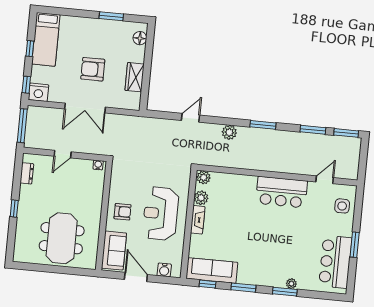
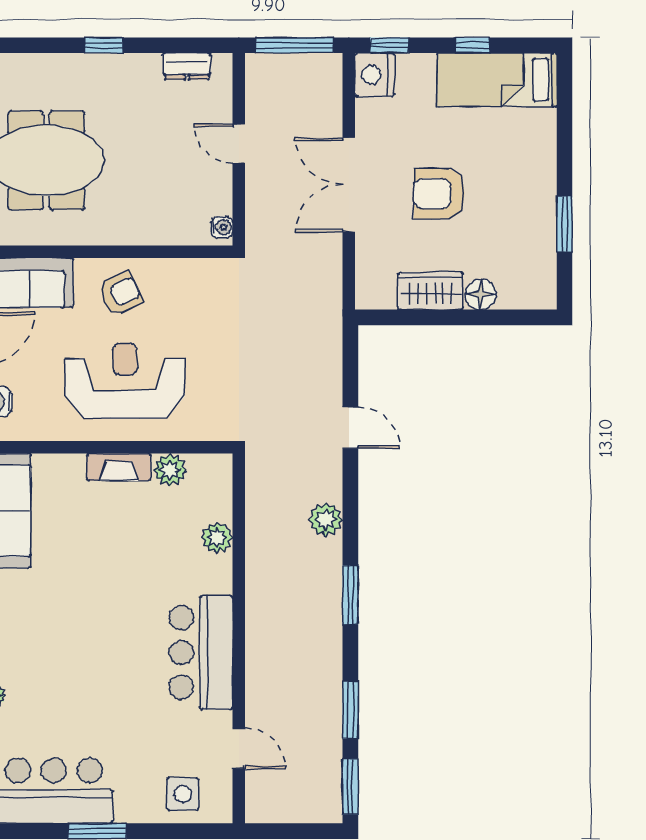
floor lamp: (140, 38) -> (481, 294), moved
armchair: (93, 69) -> (439, 194), turned -90
plant: (204, 177) -> (217, 538), moved
armchair: (123, 212) -> (120, 294), turned -116

